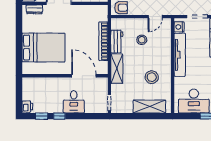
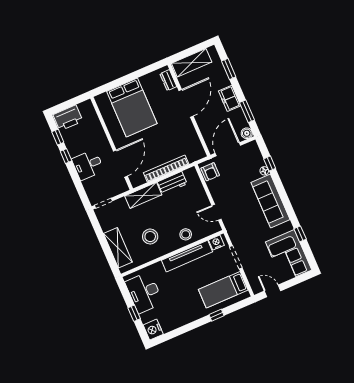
stool: (142, 40) -> (186, 234), moved
printer: (27, 107) -> (68, 118), width x1.87, depth x1.48

